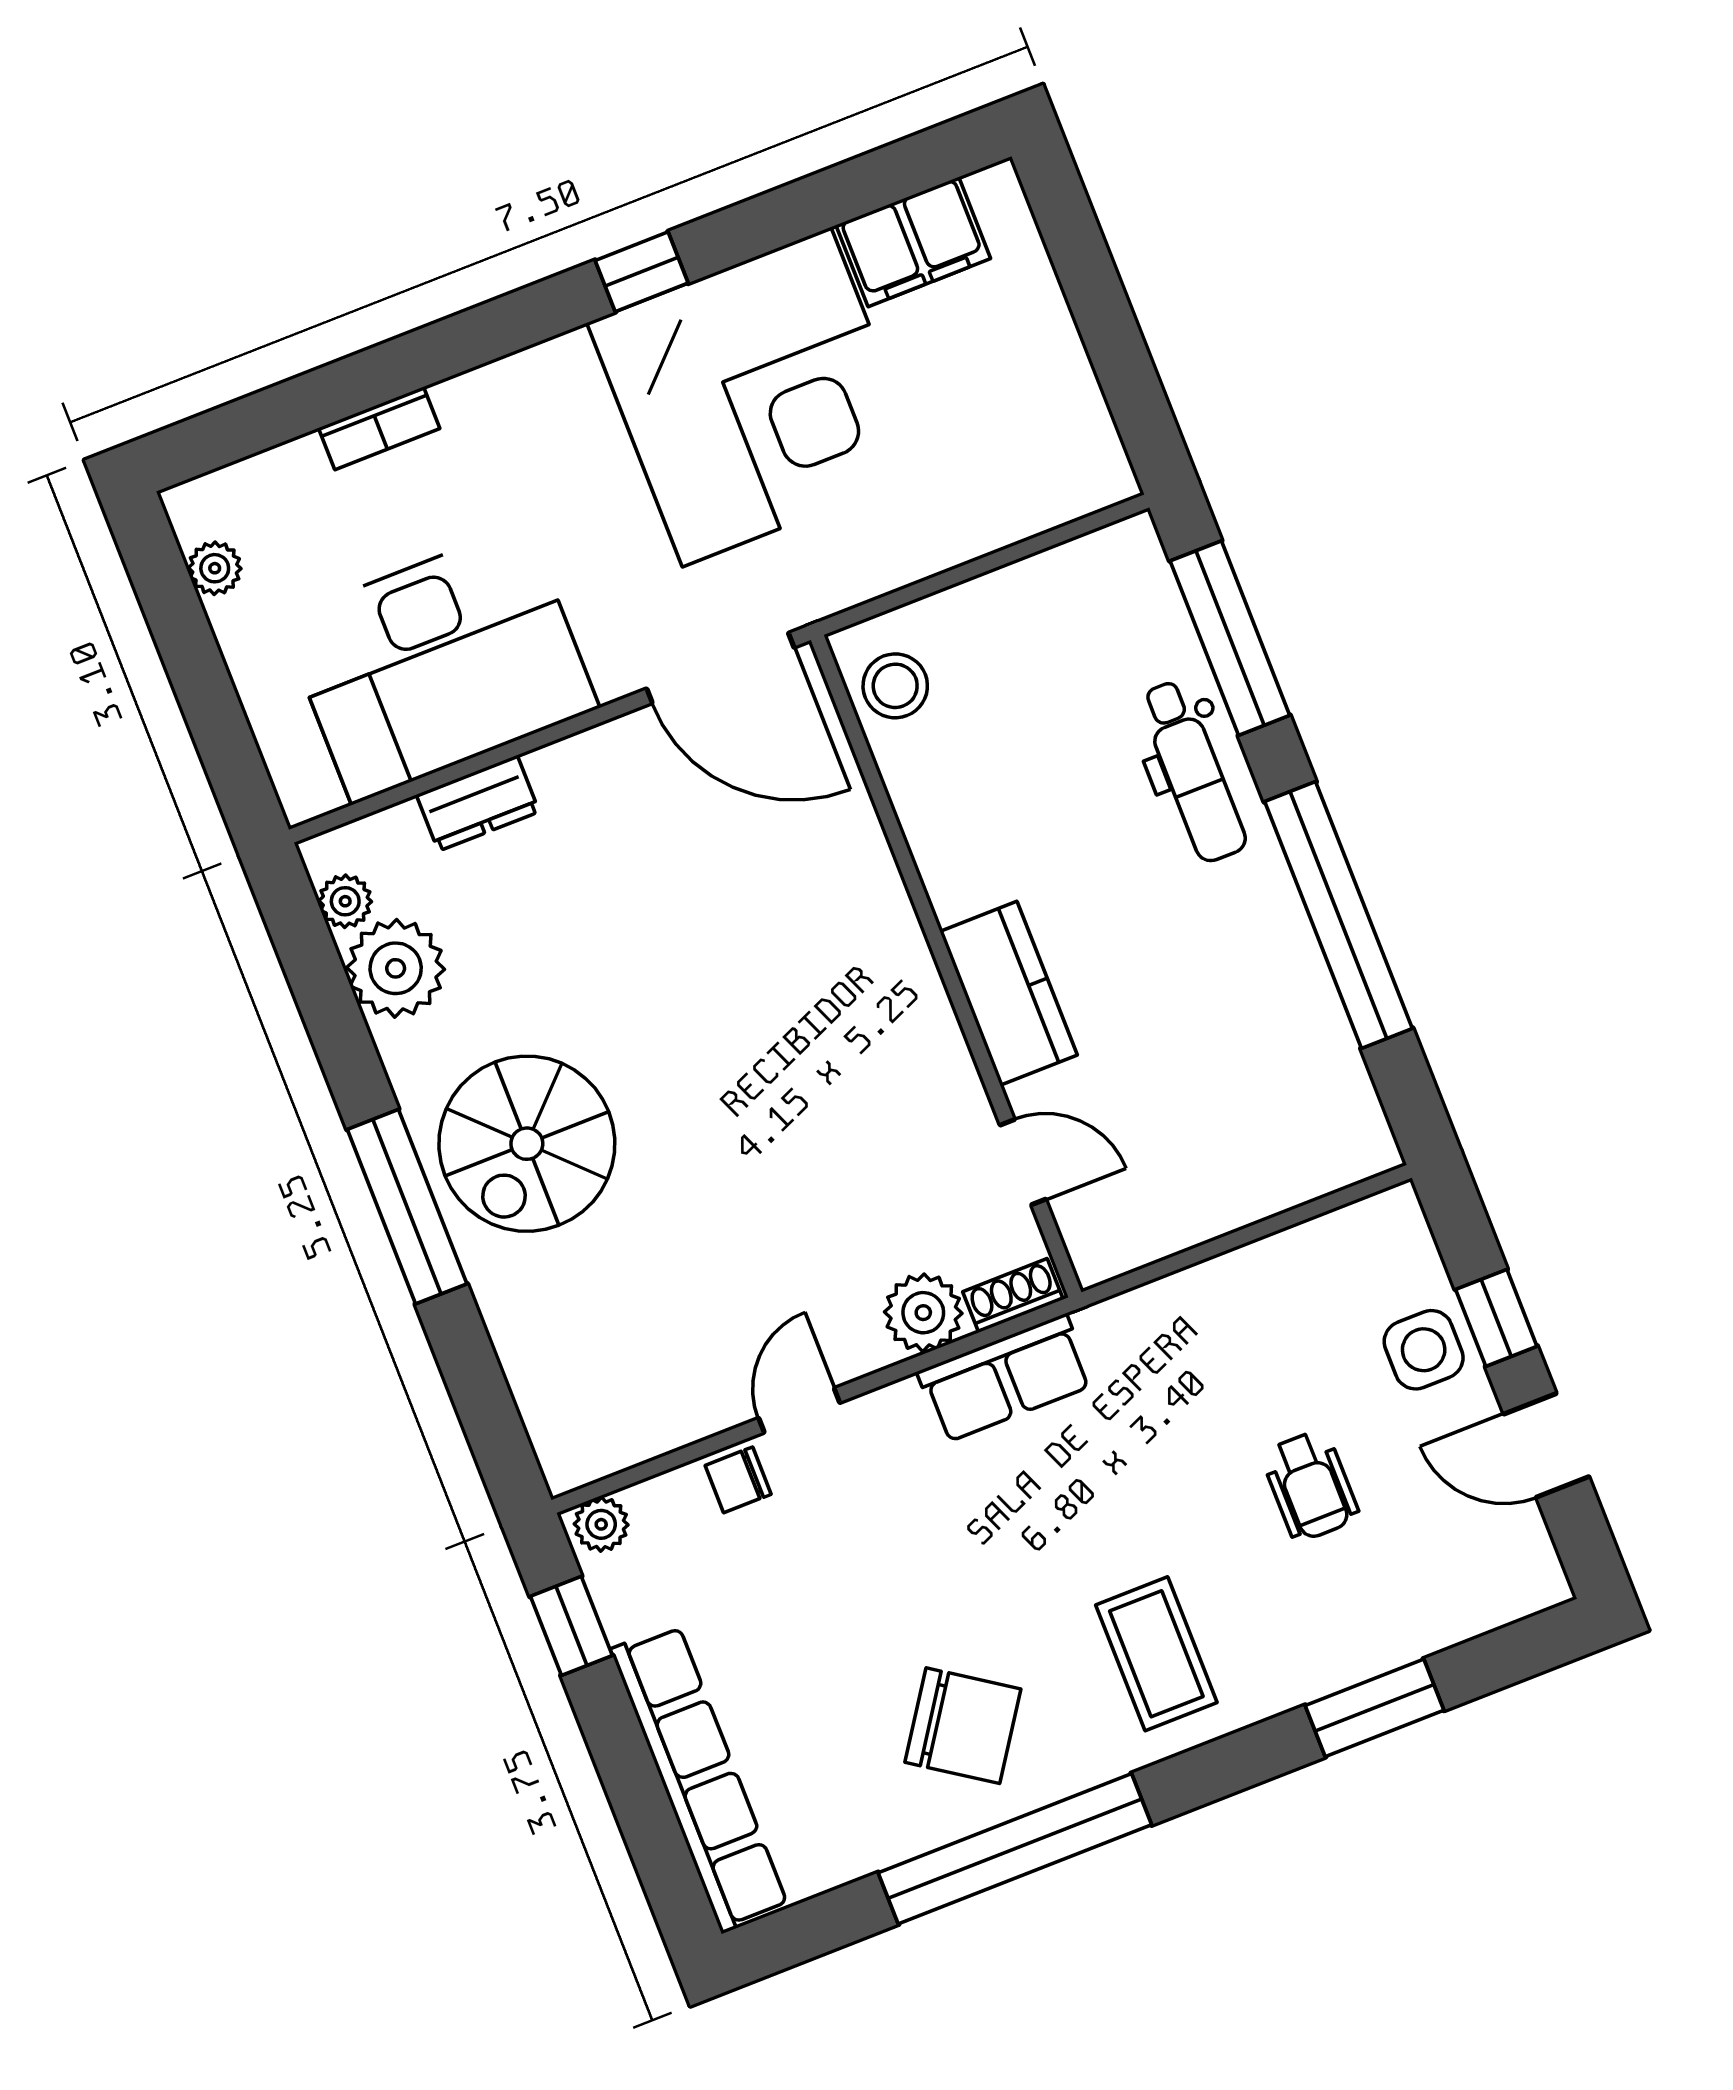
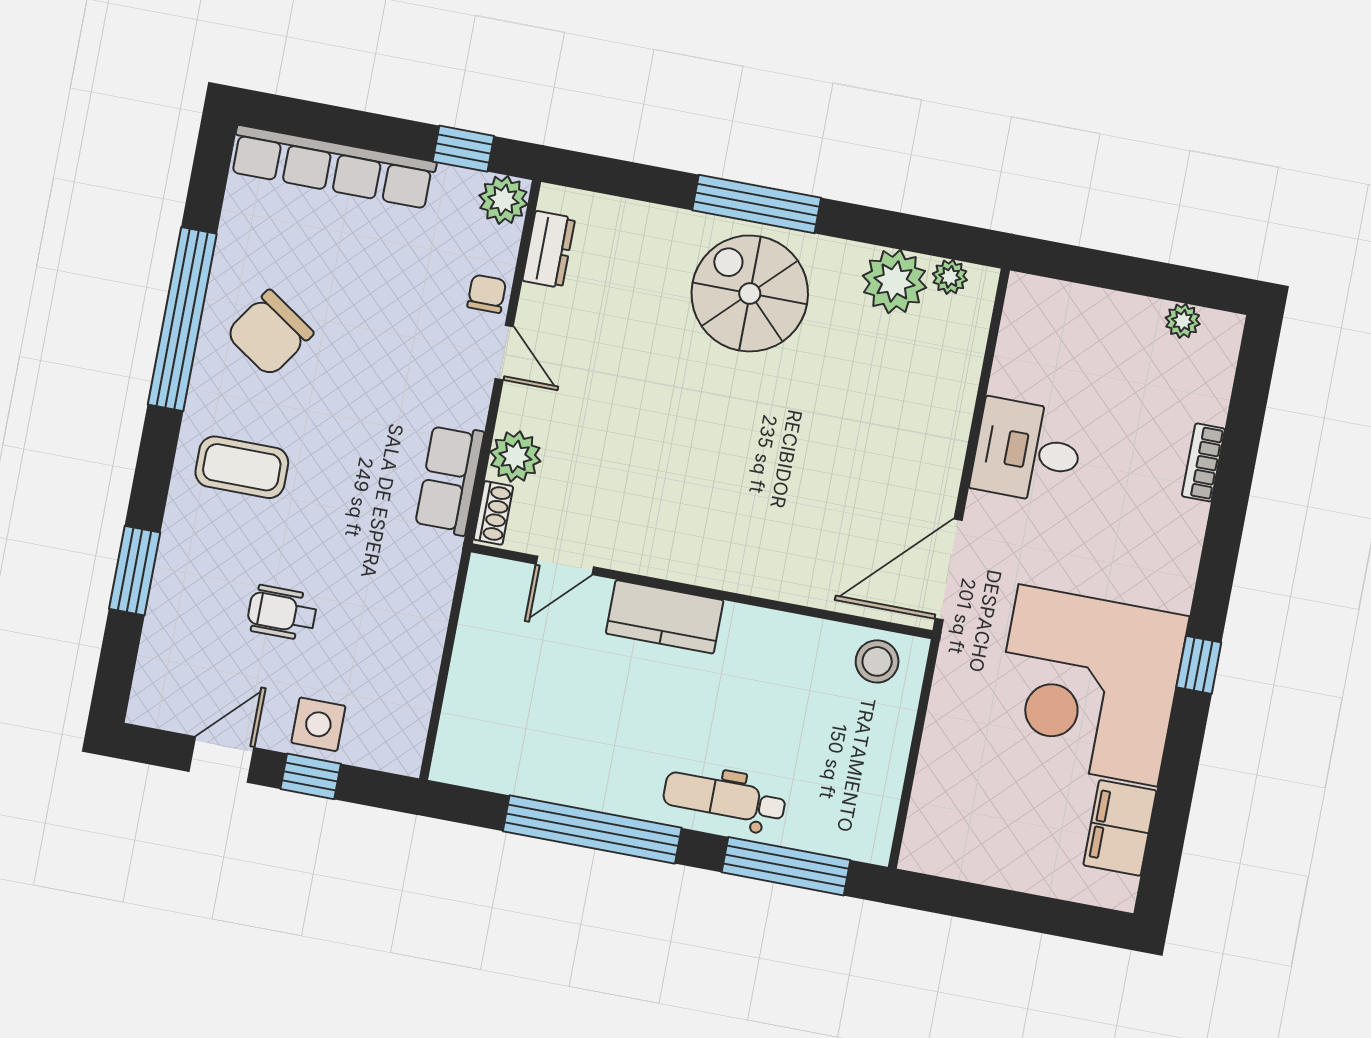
desk: (439, 663) -> (1027, 451), width x0.53, depth x0.77
dresser: (478, 803) -> (549, 249), moved, turned 180
plant: (601, 1524) -> (503, 200), width x1.38, depth x1.38

